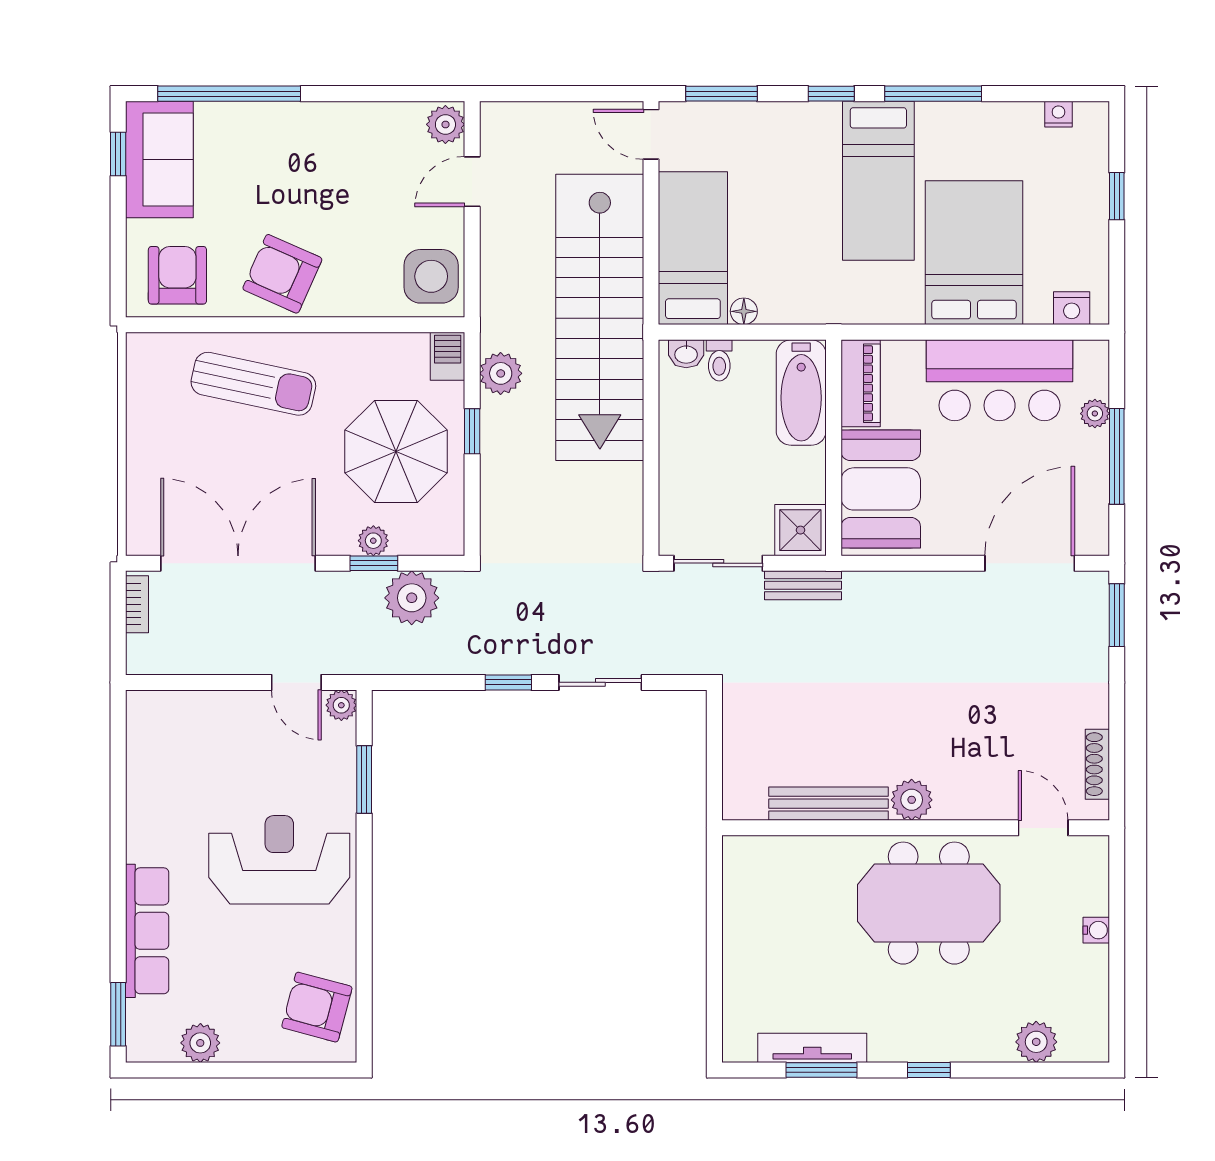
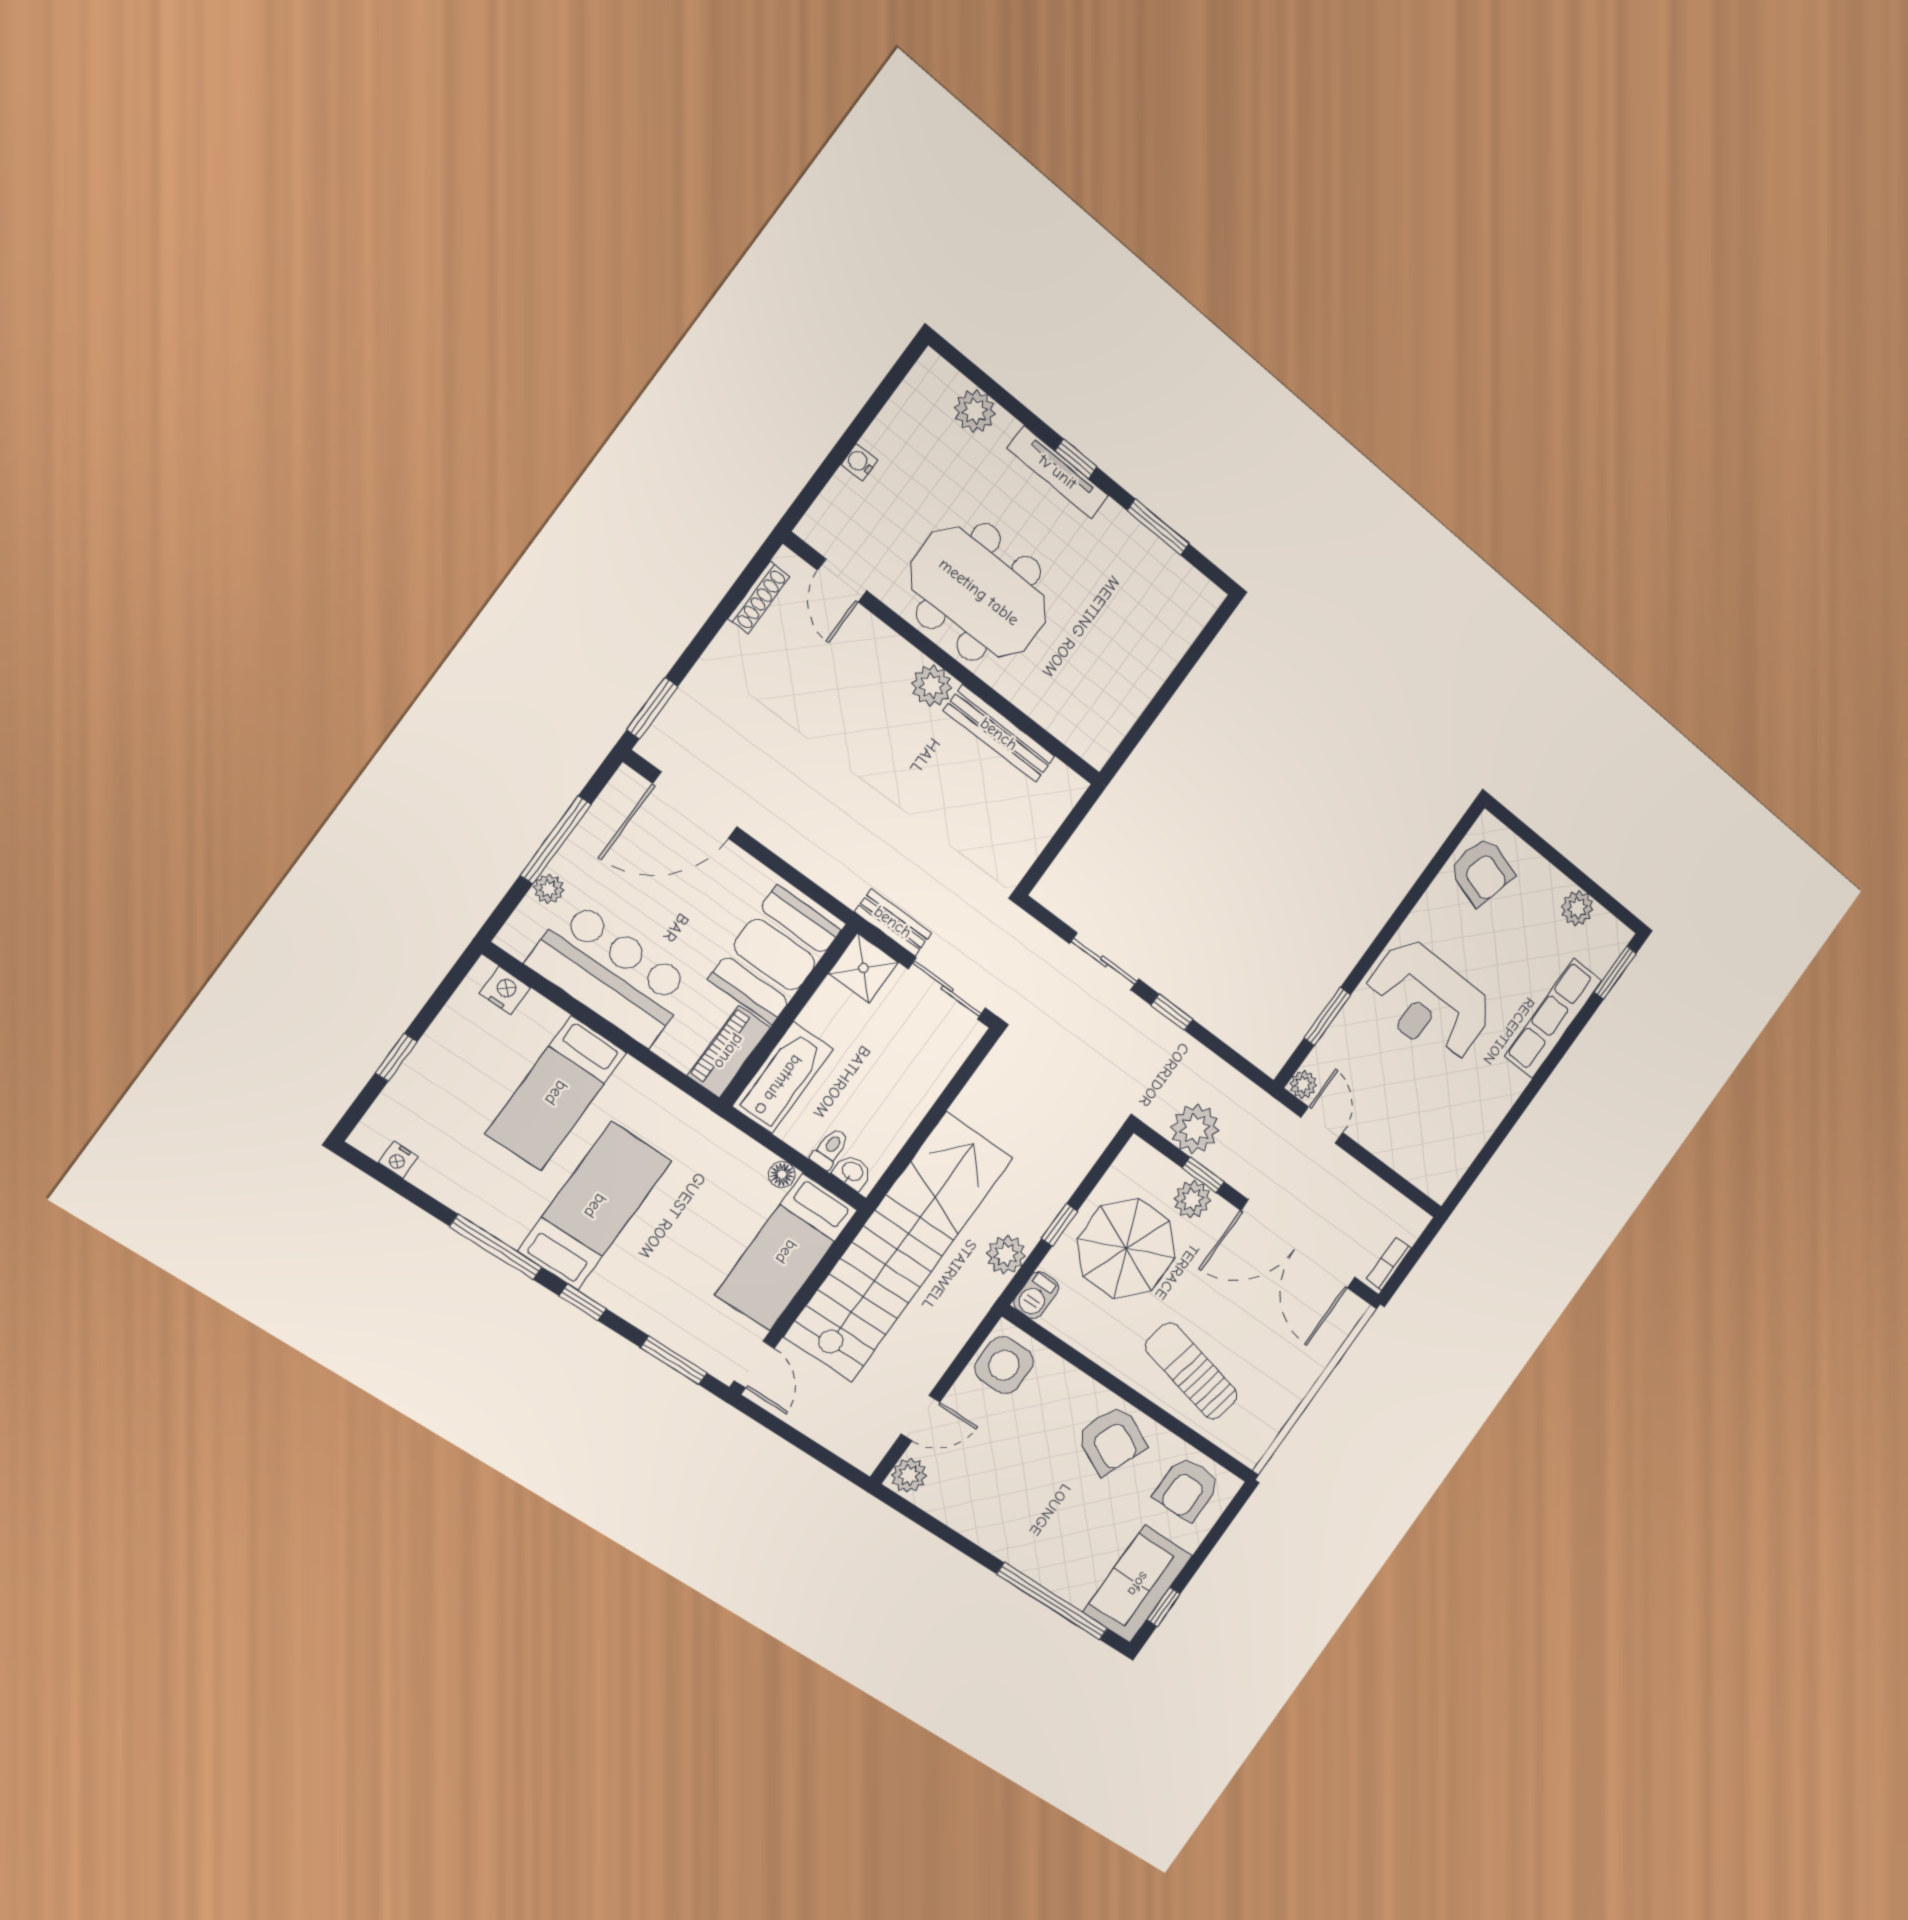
bed: (974, 253) -> (556, 1093), width x0.67
plant: (373, 541) -> (1192, 1199), width x1.38, depth x1.38
tv unit: (812, 1048) -> (1058, 472), moved

